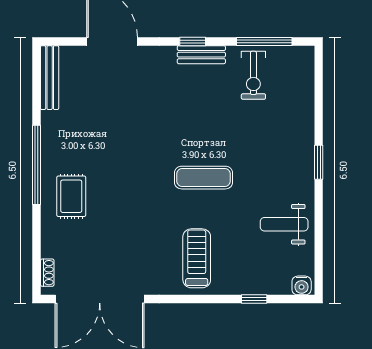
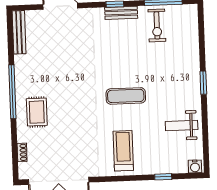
shoe rack: (47, 273) -> (22, 152), moved

